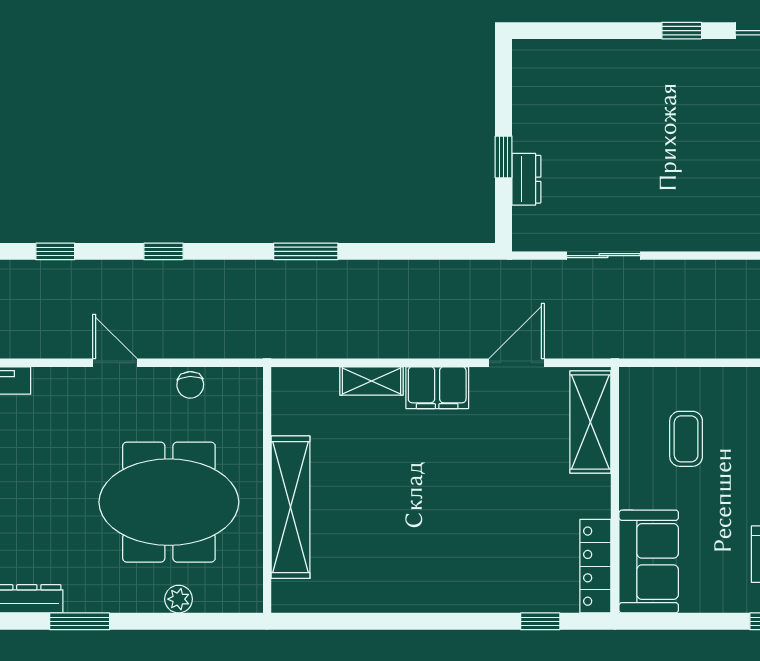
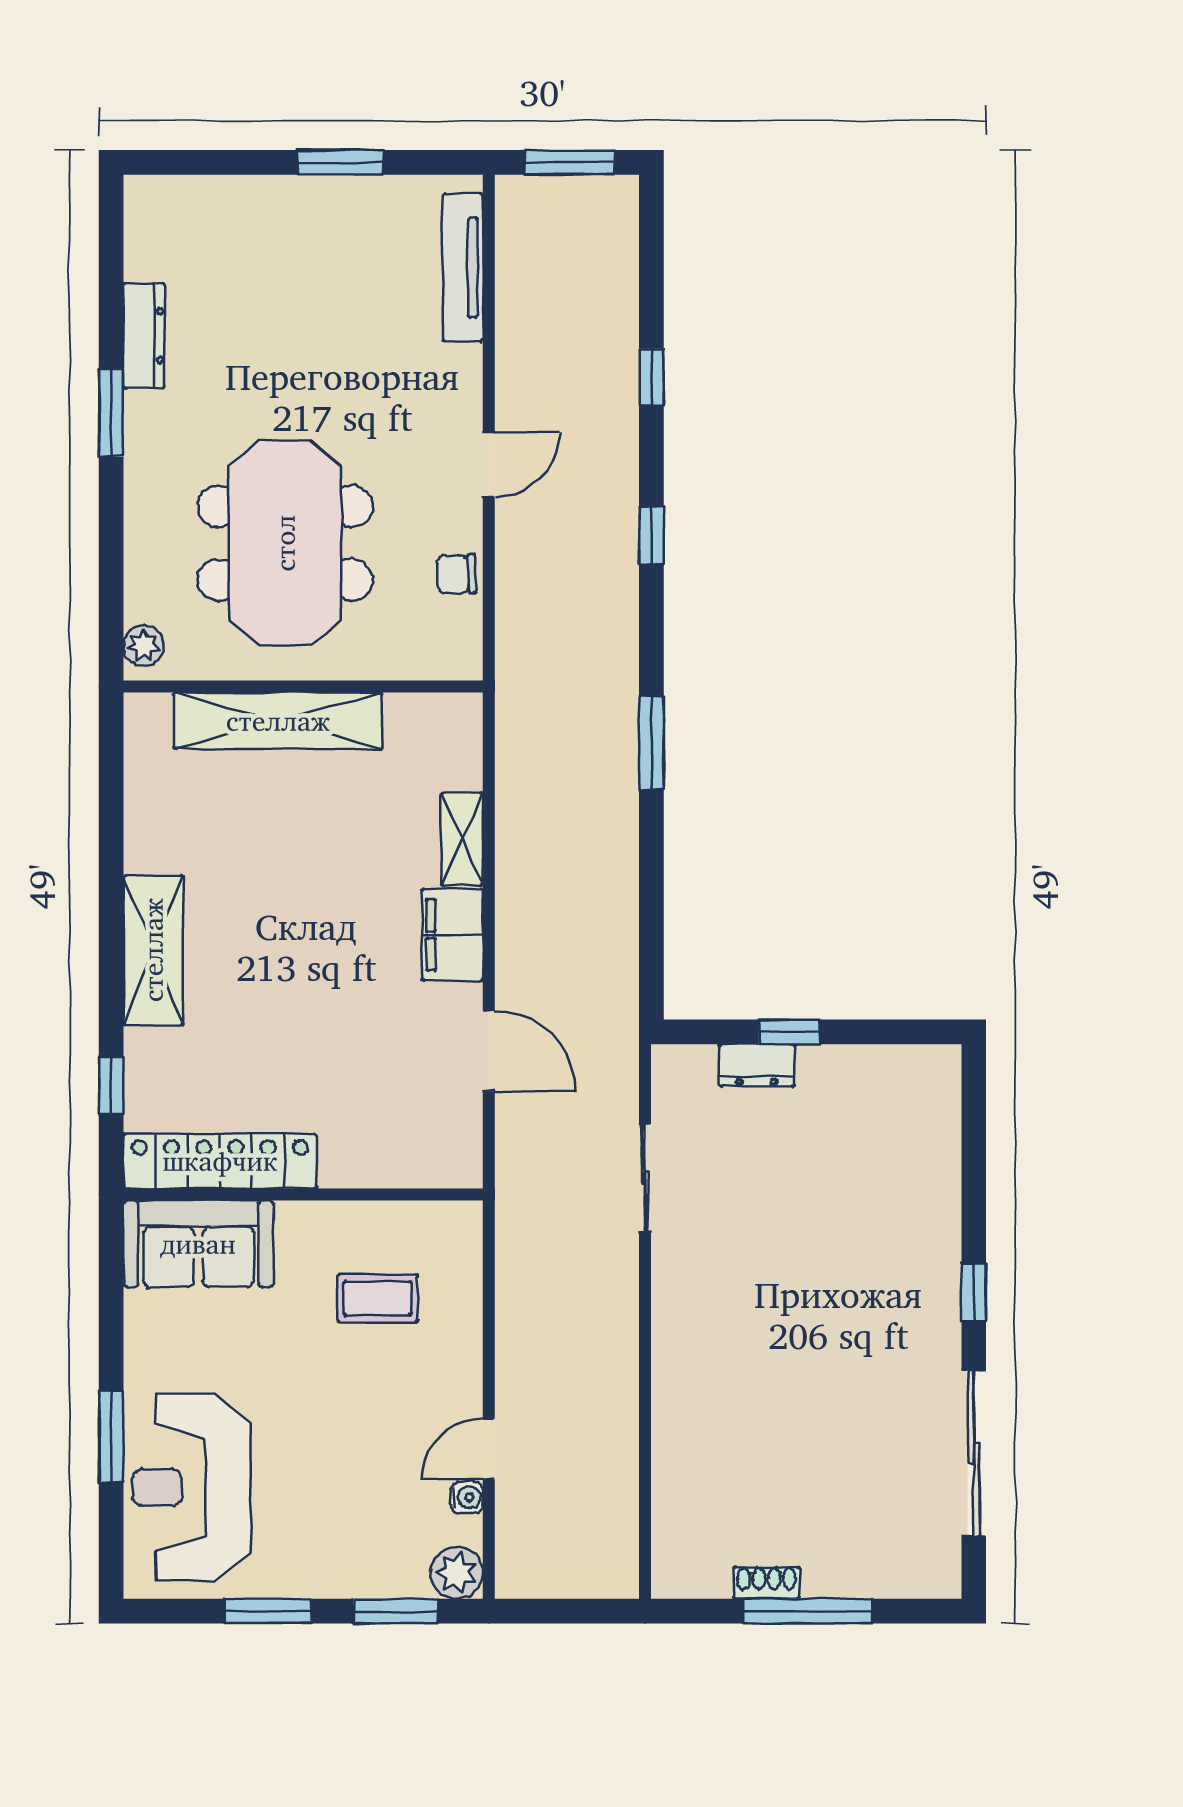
shelving: (590, 422) -> (153, 950), moved, turned 90
locker: (595, 566) -> (220, 1161), width x1.41, depth x1.21
plant: (179, 599) -> (144, 646), moved

